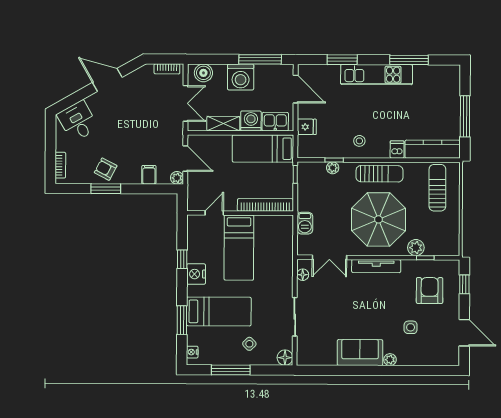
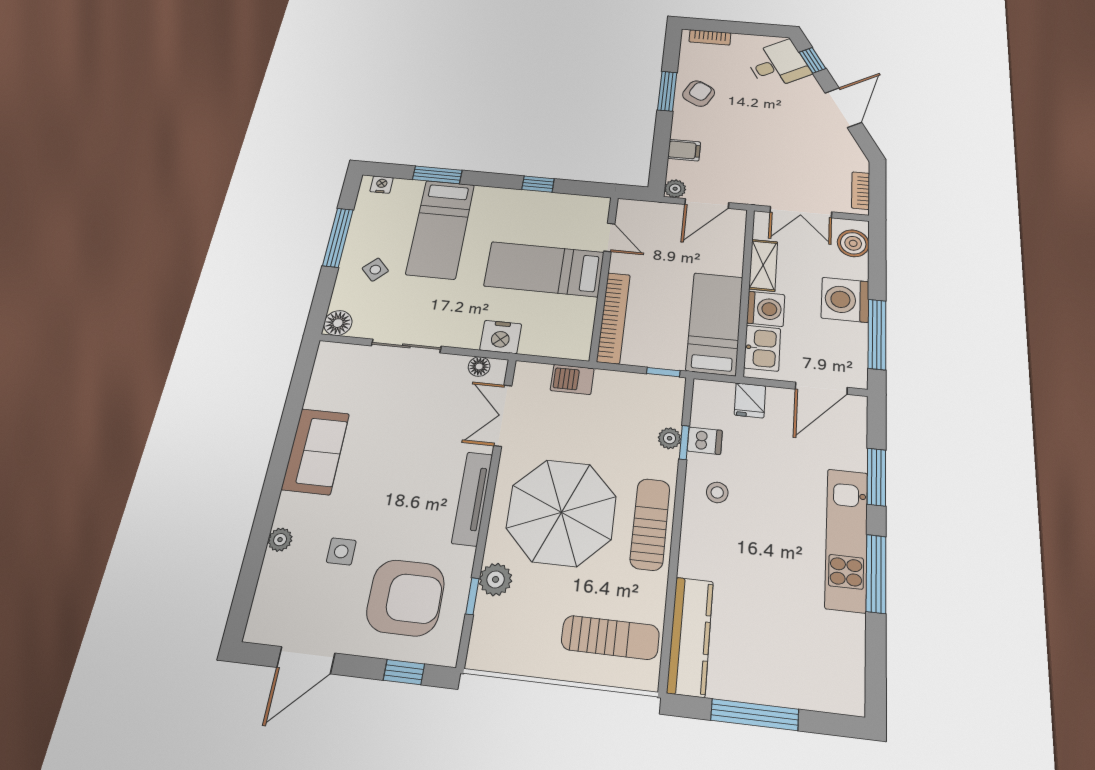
window: (409, 60) -> (876, 574), moved
window: (72, 100) -> (812, 60), added
dishwasher: (397, 150) -> (705, 441), moved
sun lounger: (380, 174) -> (650, 524), turned 180
nightstand: (196, 274) -> (501, 337), moved, turned 180
armchair: (430, 291) -> (406, 598), width x1.36, depth x1.36
plant: (390, 360) -> (280, 540), moved

